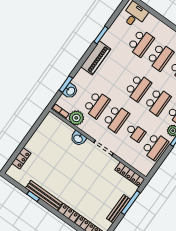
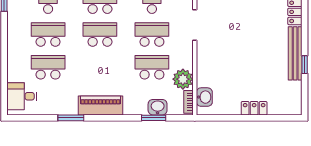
washbasin: (78, 139) -> (204, 97), moved
locker: (21, 158) -> (254, 108), moved

